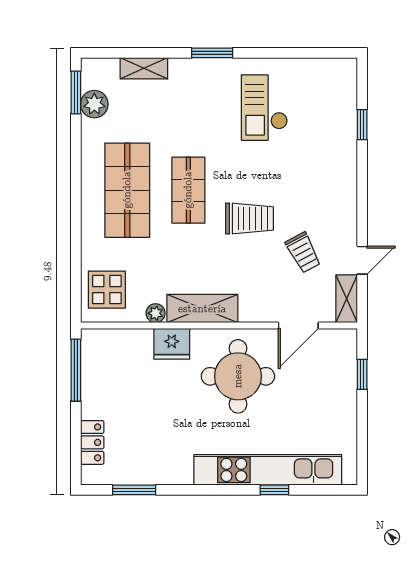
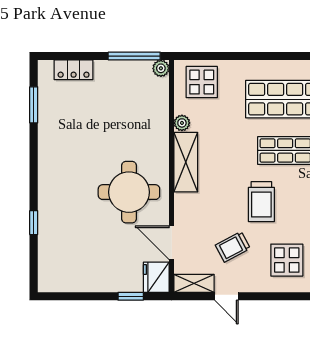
display table: (319, 188) -> (287, 260), added
plant: (90, 338) -> (161, 68), added
fridge: (172, 344) -> (156, 277), moved
kitchen unit: (268, 470) -> (50, 217), removed

